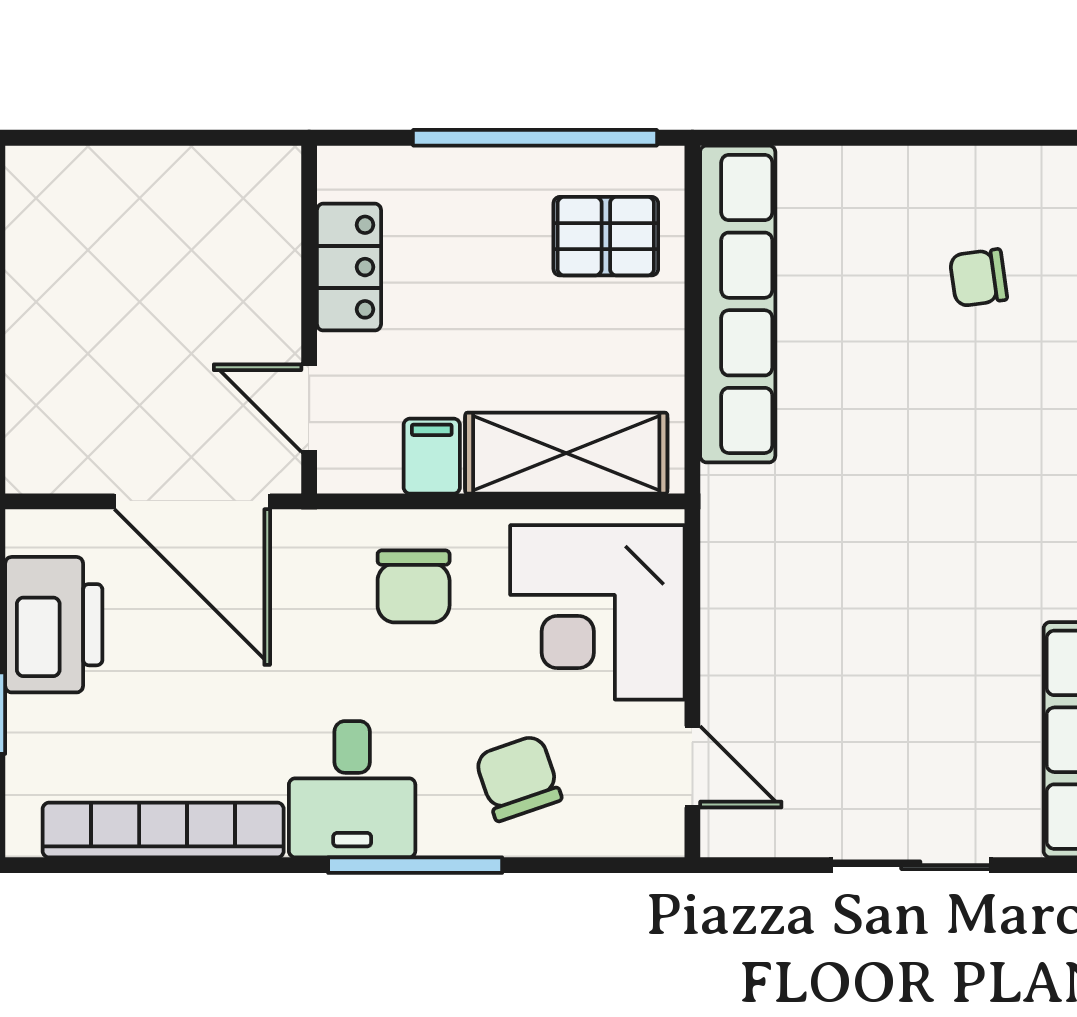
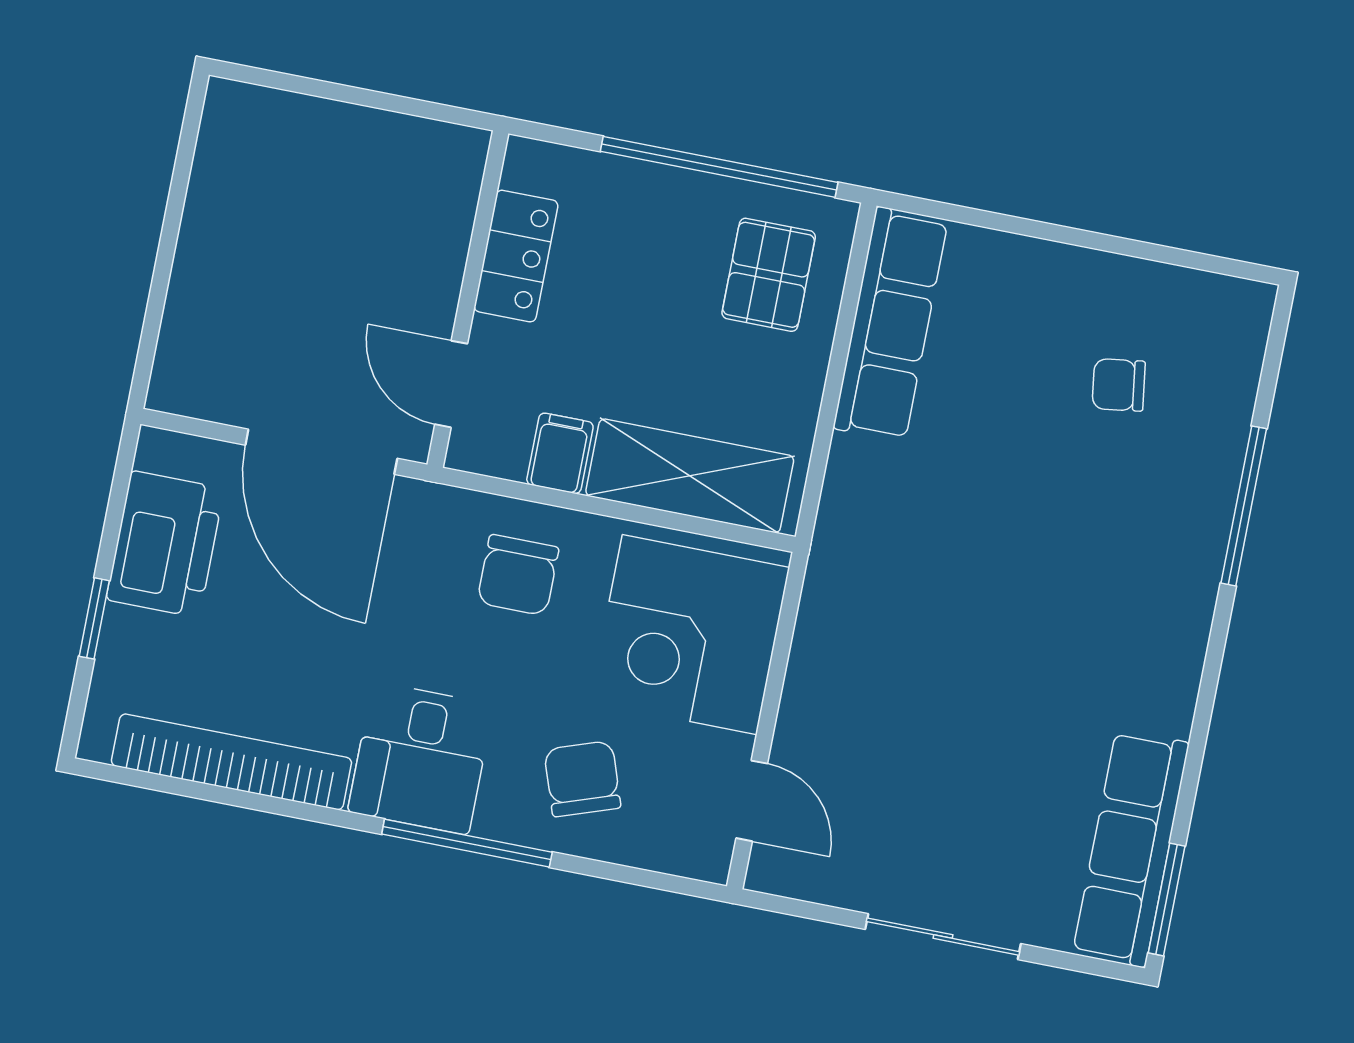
pallet: (606, 236) -> (769, 275), turned 90
row of seats: (738, 304) -> (891, 324), width x0.73

